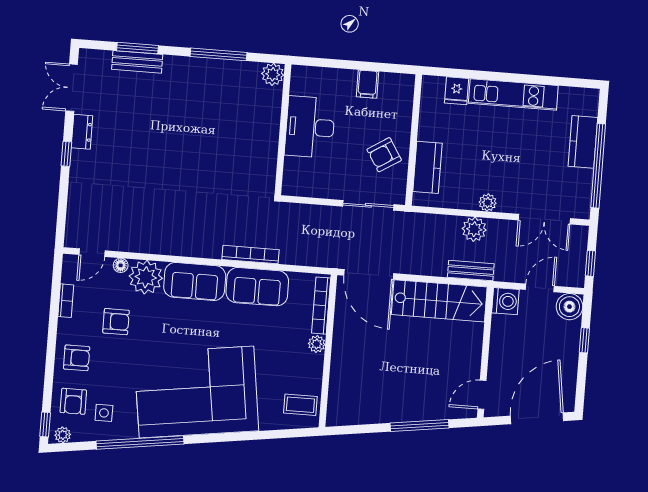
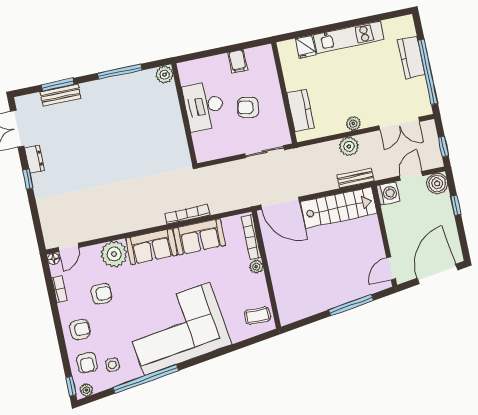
armchair: (384, 155) -> (248, 108), moved, turned 45
floor lamp: (121, 265) -> (54, 259), moved

